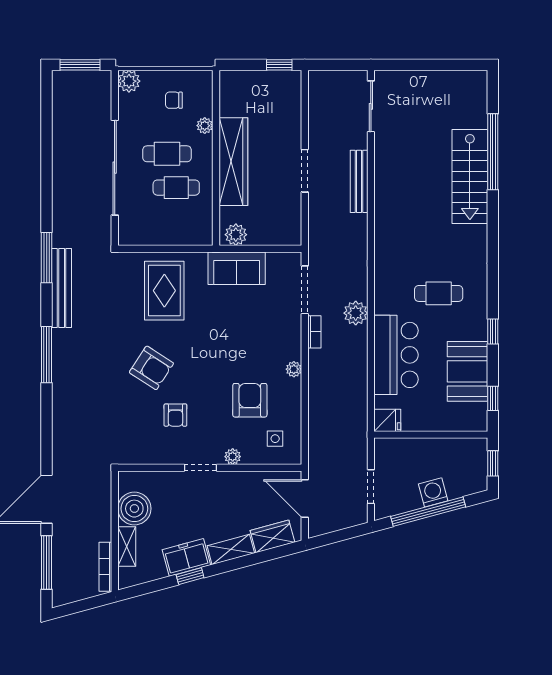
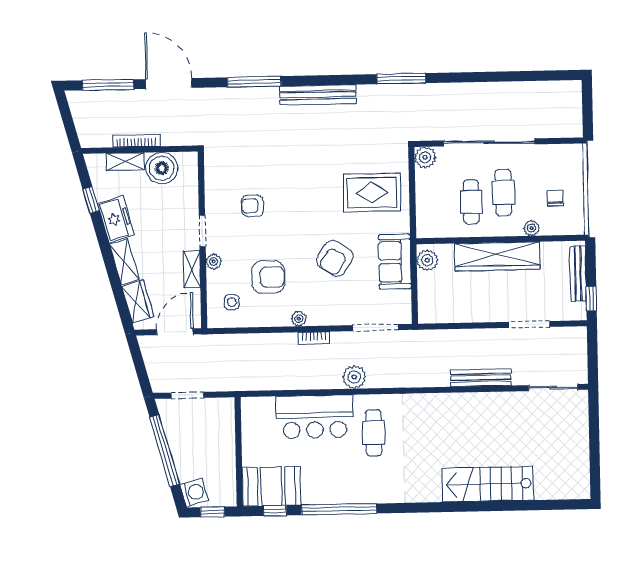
window: (80, 65) -> (587, 107), removed
bench: (253, 78) -> (578, 274), added
plant: (129, 81) -> (425, 157), moved
window: (493, 152) -> (512, 506), removed
doorway: (305, 171) -> (529, 324), moved
bench: (62, 288) -> (318, 95), moved
cafe table: (439, 293) -> (374, 433), moved
bookcase: (314, 332) -> (314, 338), moved
window: (493, 332) -> (339, 509), width x3.17
window: (47, 355) -> (254, 82), moved
armchair: (151, 368) -> (335, 258), moved
booth: (467, 371) -> (271, 486), moved
fridge: (387, 420) -> (252, 410), removed
shelving: (240, 479) -> (192, 269), added
washing machine: (433, 492) -> (194, 492), moved
bookcase: (105, 567) -> (136, 141), moved
window: (190, 576) -> (91, 200), moved

